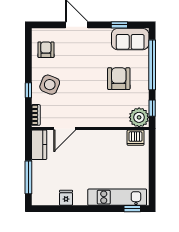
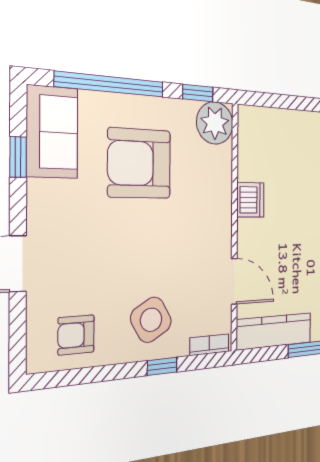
armchair: (119, 79) -> (139, 163), width x1.36, depth x1.36
side table: (50, 85) -> (151, 320), turned 38
dishwasher: (136, 138) -> (250, 200), moved
kitchen counter: (39, 145) -> (274, 331), width x1.50

